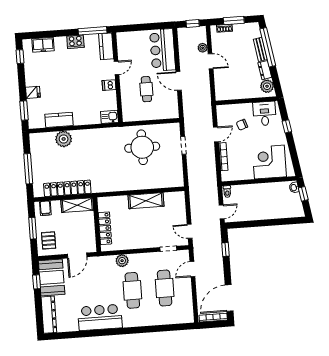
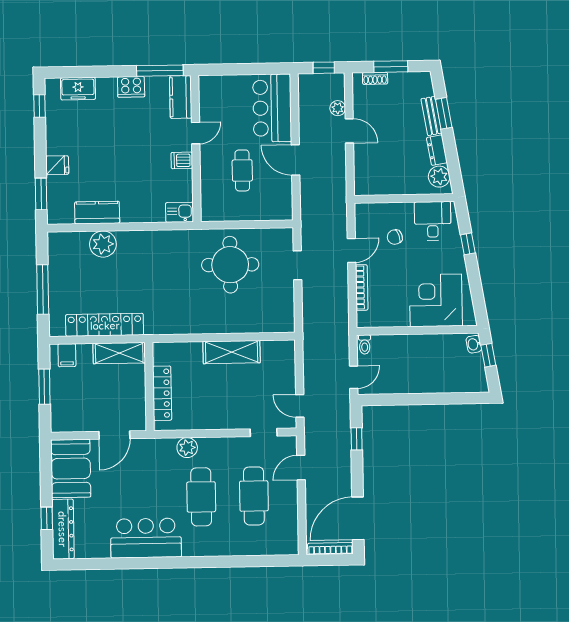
window: (268, 47) -> (444, 113), width x0.47
pallet: (49, 240) -> (69, 408), removed
window: (37, 282) -> (47, 518), moved

